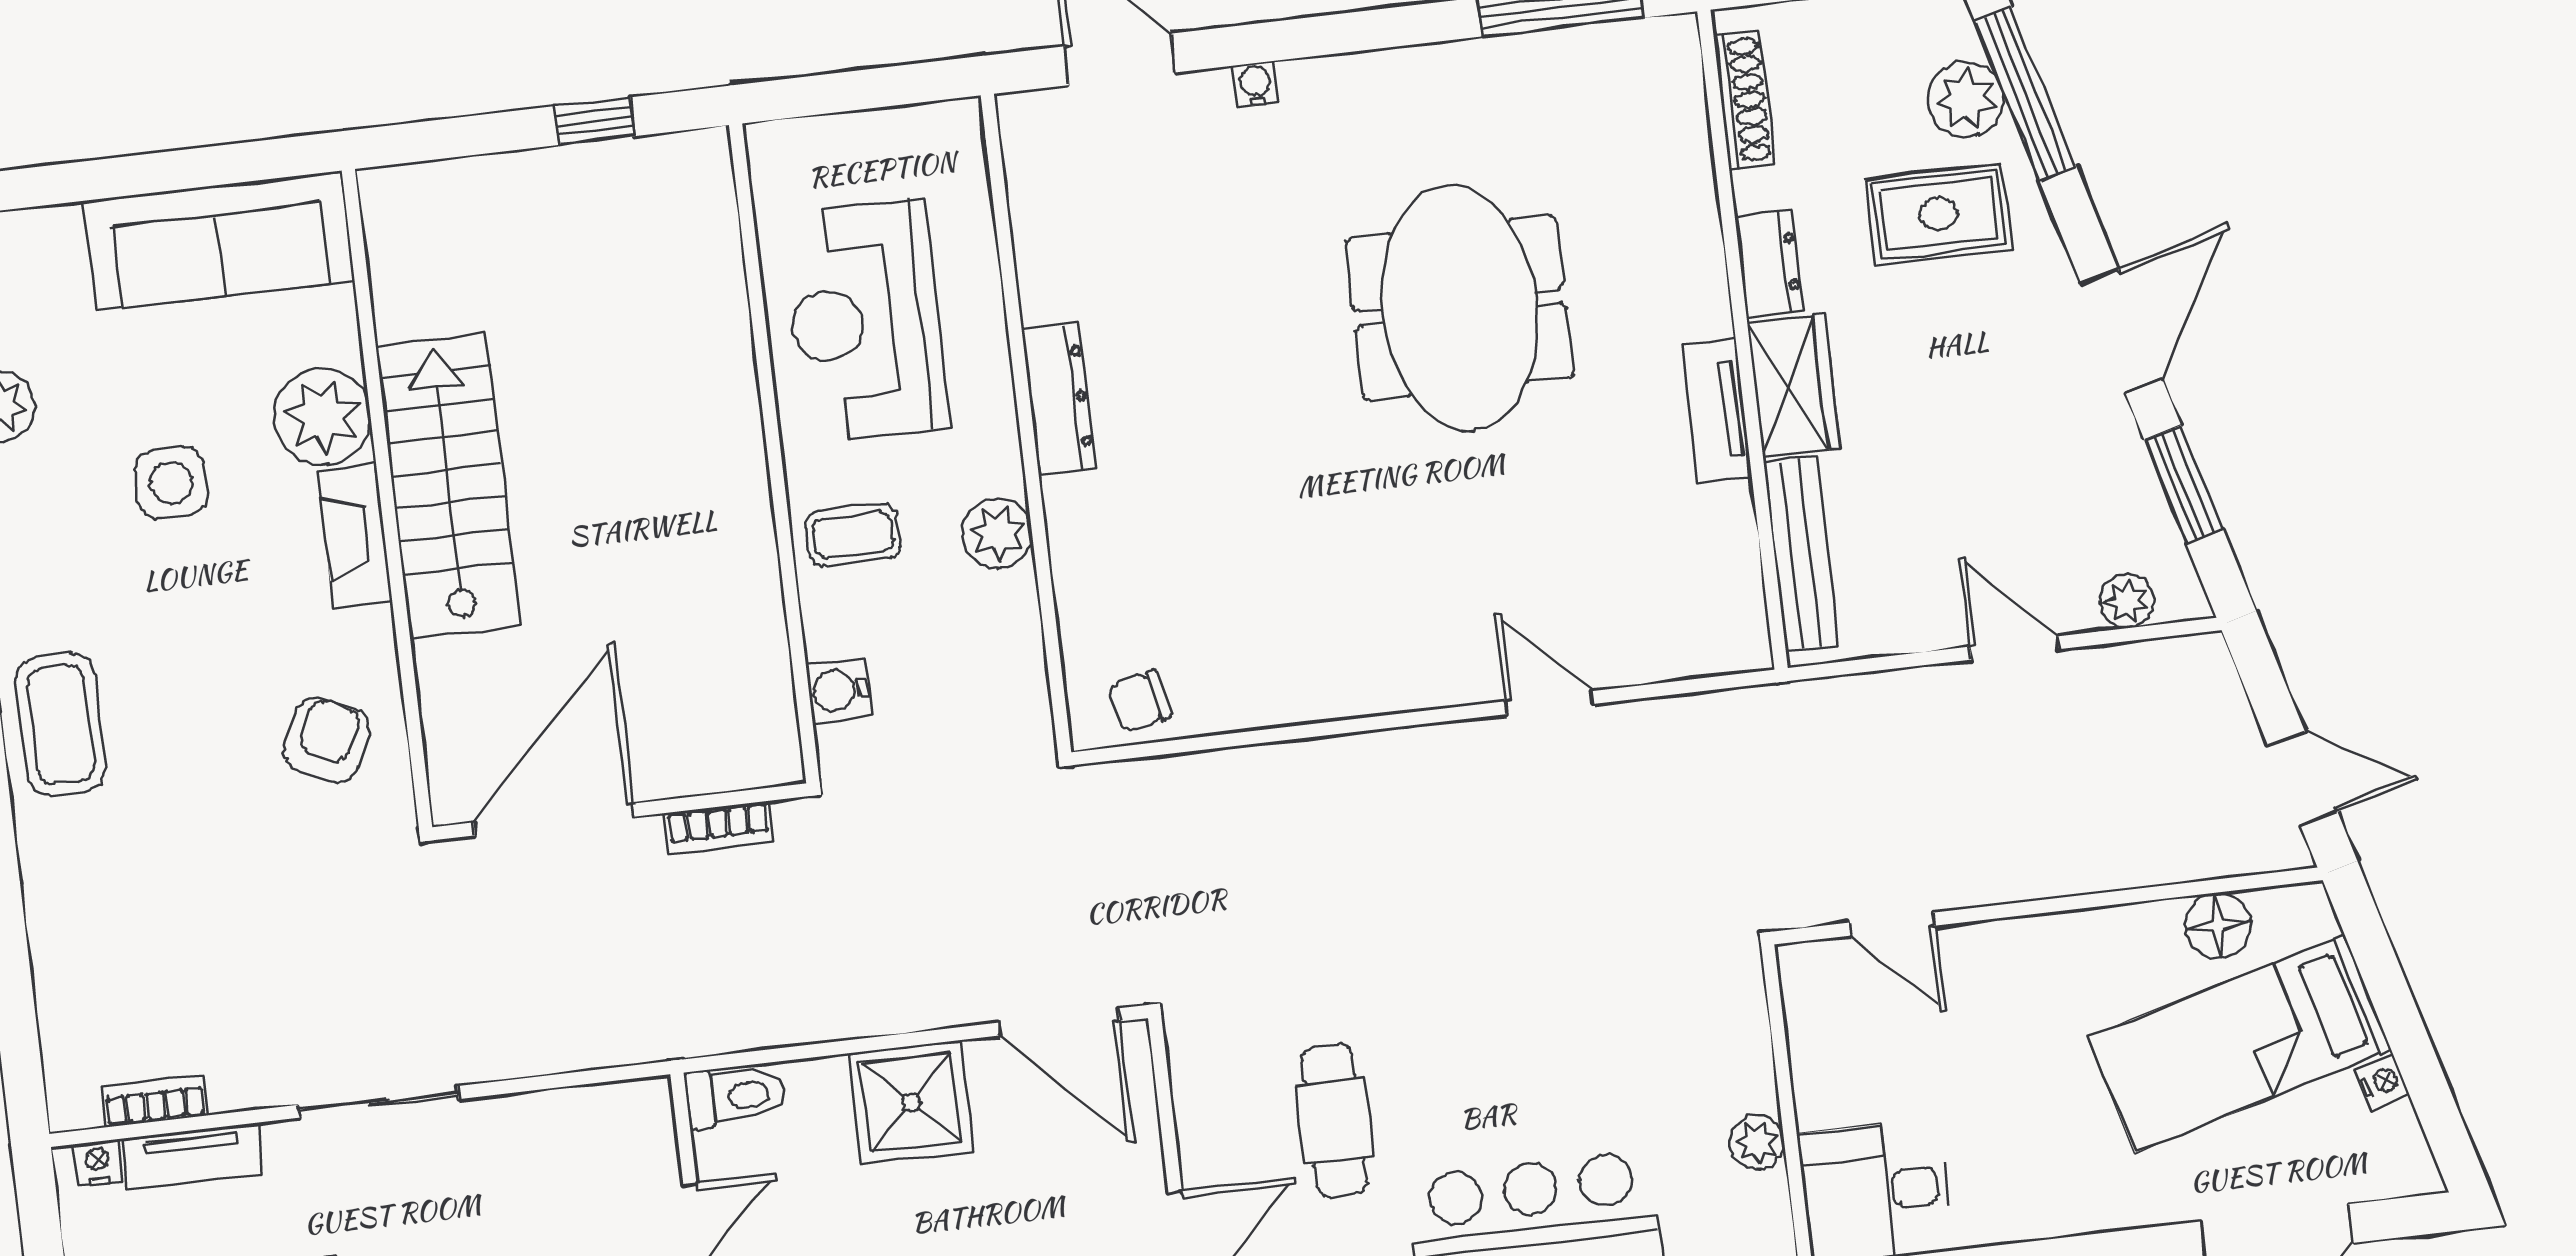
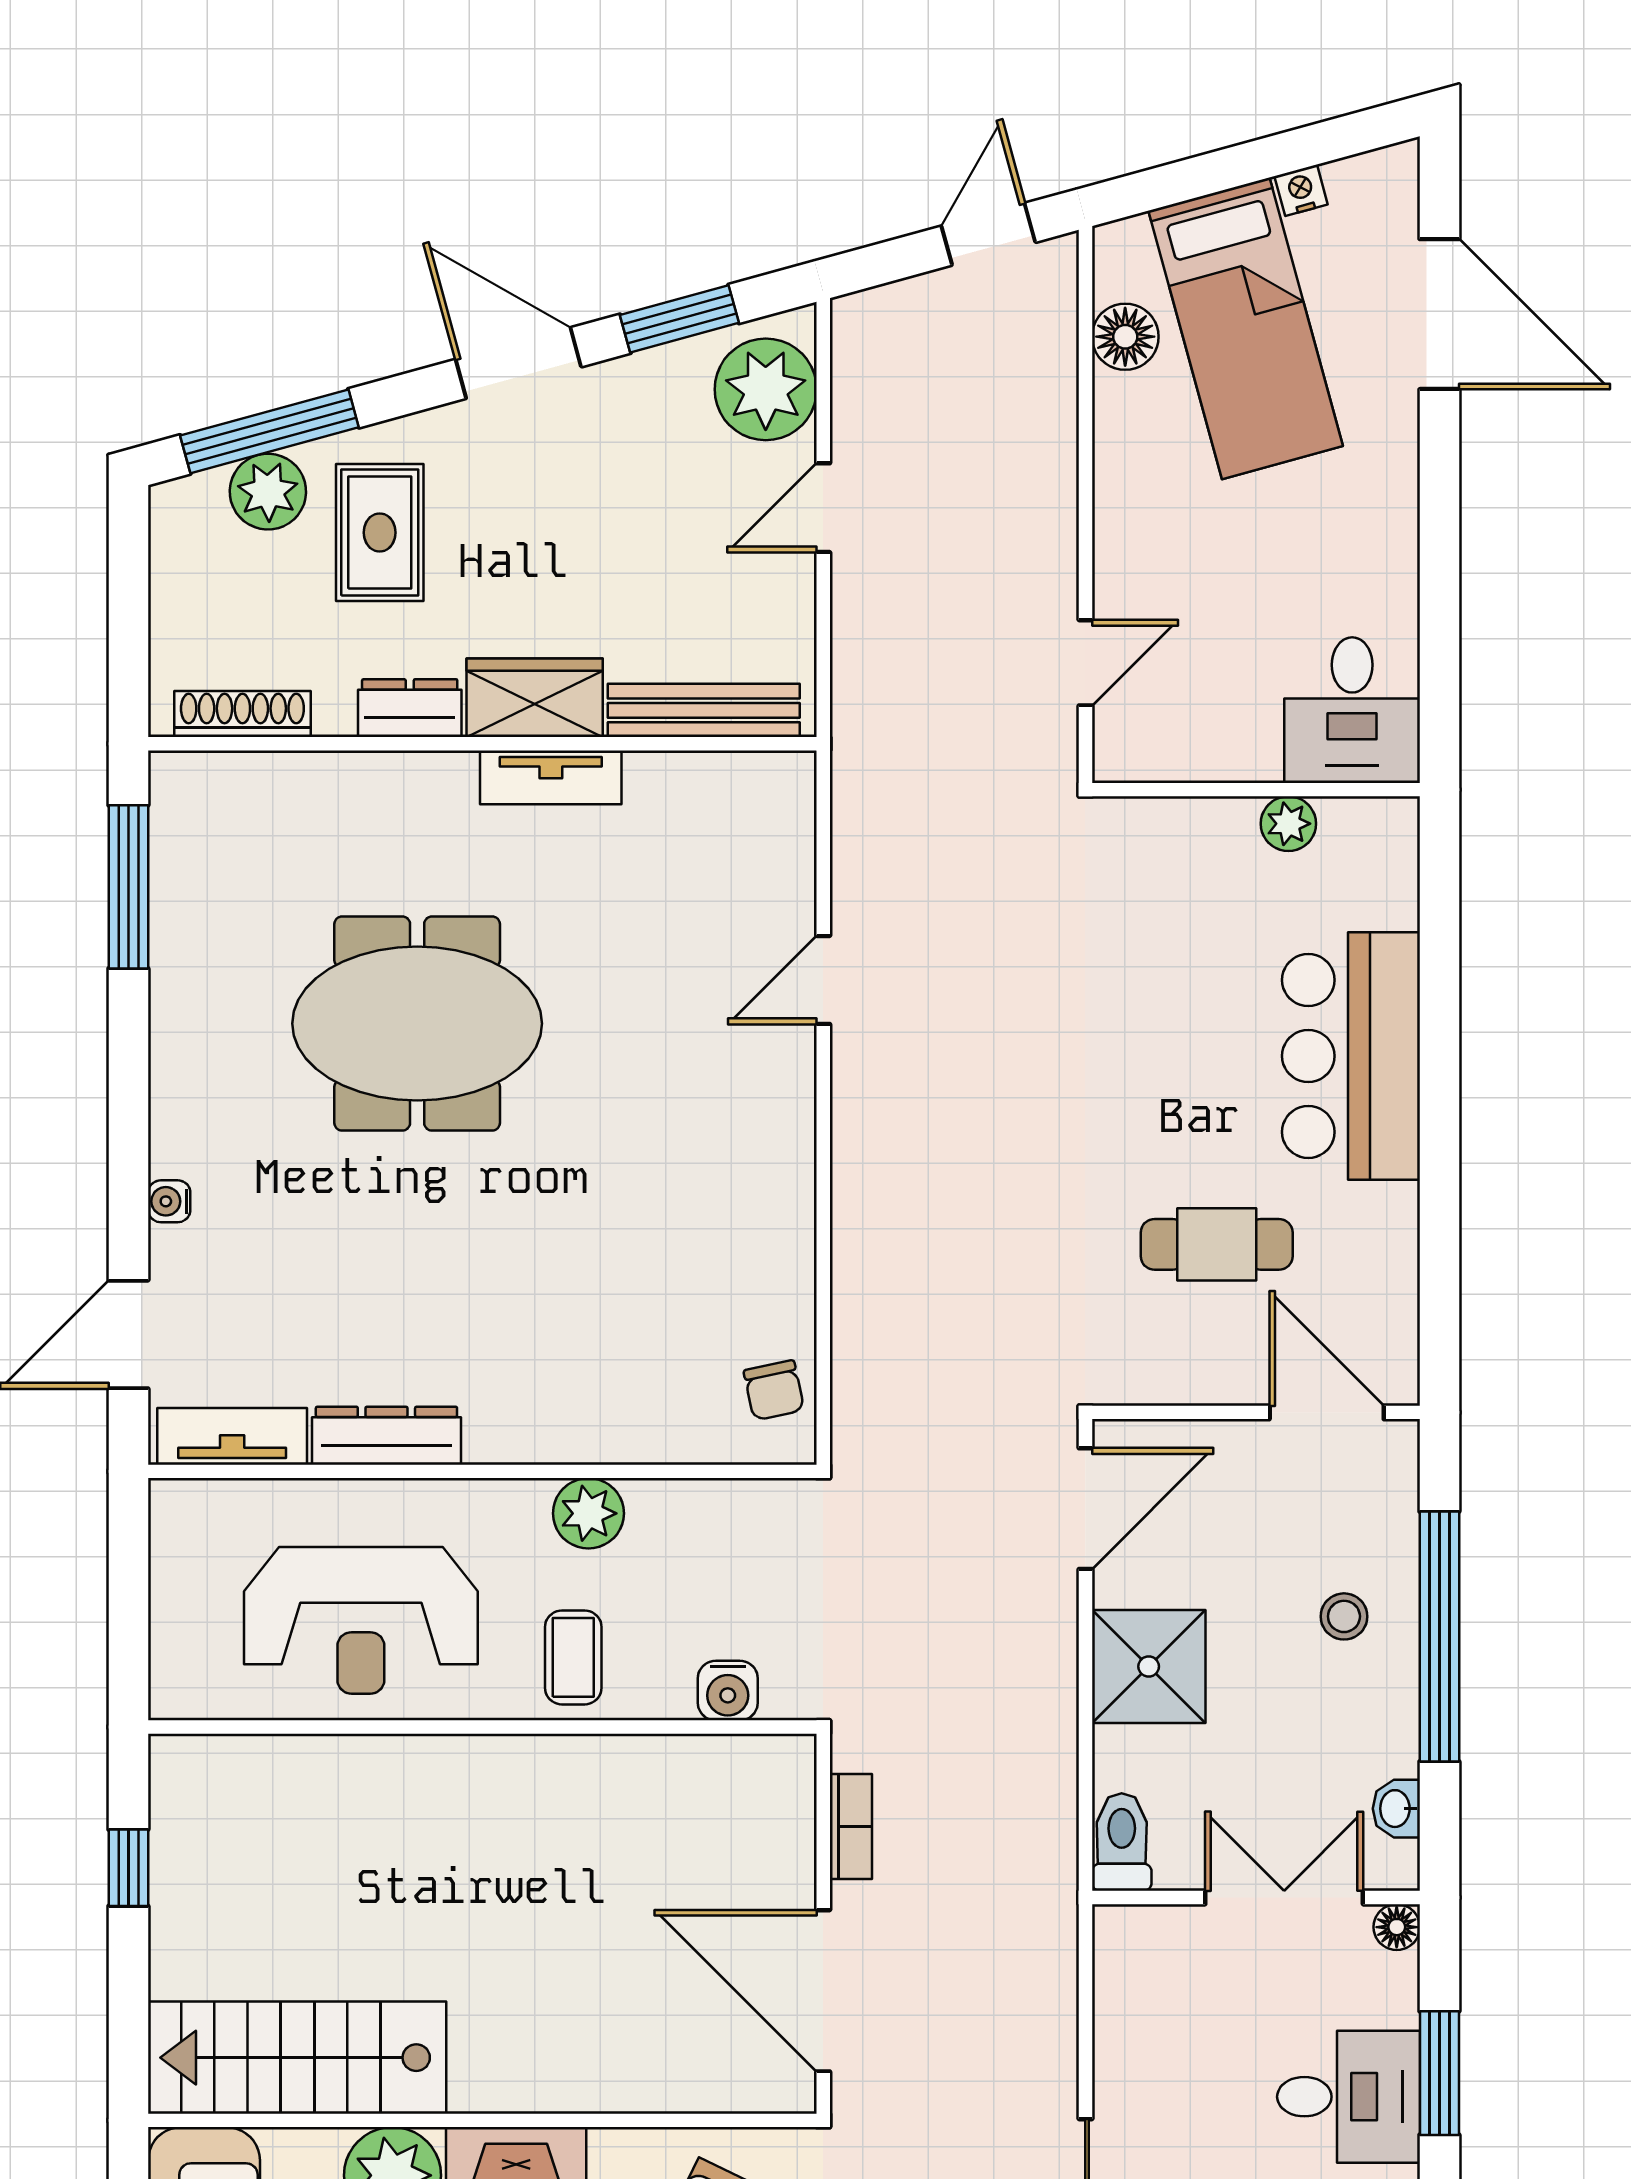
tv unit: (1032, 173) -> (232, 1436), added
dresser: (1059, 398) -> (386, 1436), moved
stairs: (448, 486) -> (297, 2058), moved
plant: (2127, 601) -> (766, 389), width x1.87, depth x1.87

